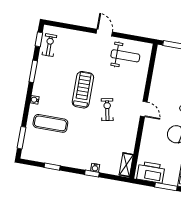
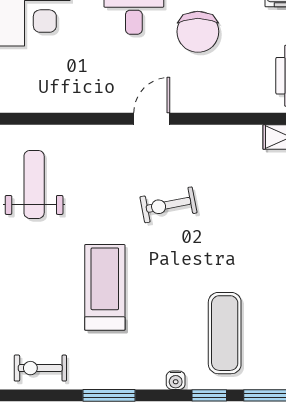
window: (39, 39) -> (209, 395), moved
treadmill: (83, 90) -> (105, 287), moved, turned 90

